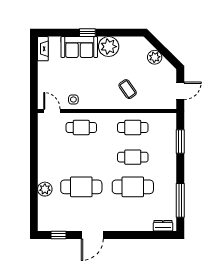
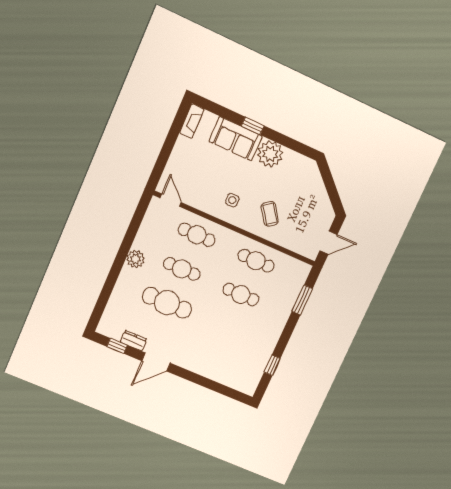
plant: (155, 57) -> (317, 191), removed
side table: (73, 100) -> (232, 200), moved
cafe table: (133, 187) -> (182, 269), moved, width x0.73, depth x0.74
plant: (45, 189) -> (136, 259), moved
window: (180, 200) -> (272, 365), width x0.46
dresser: (163, 226) -> (134, 341), moved

